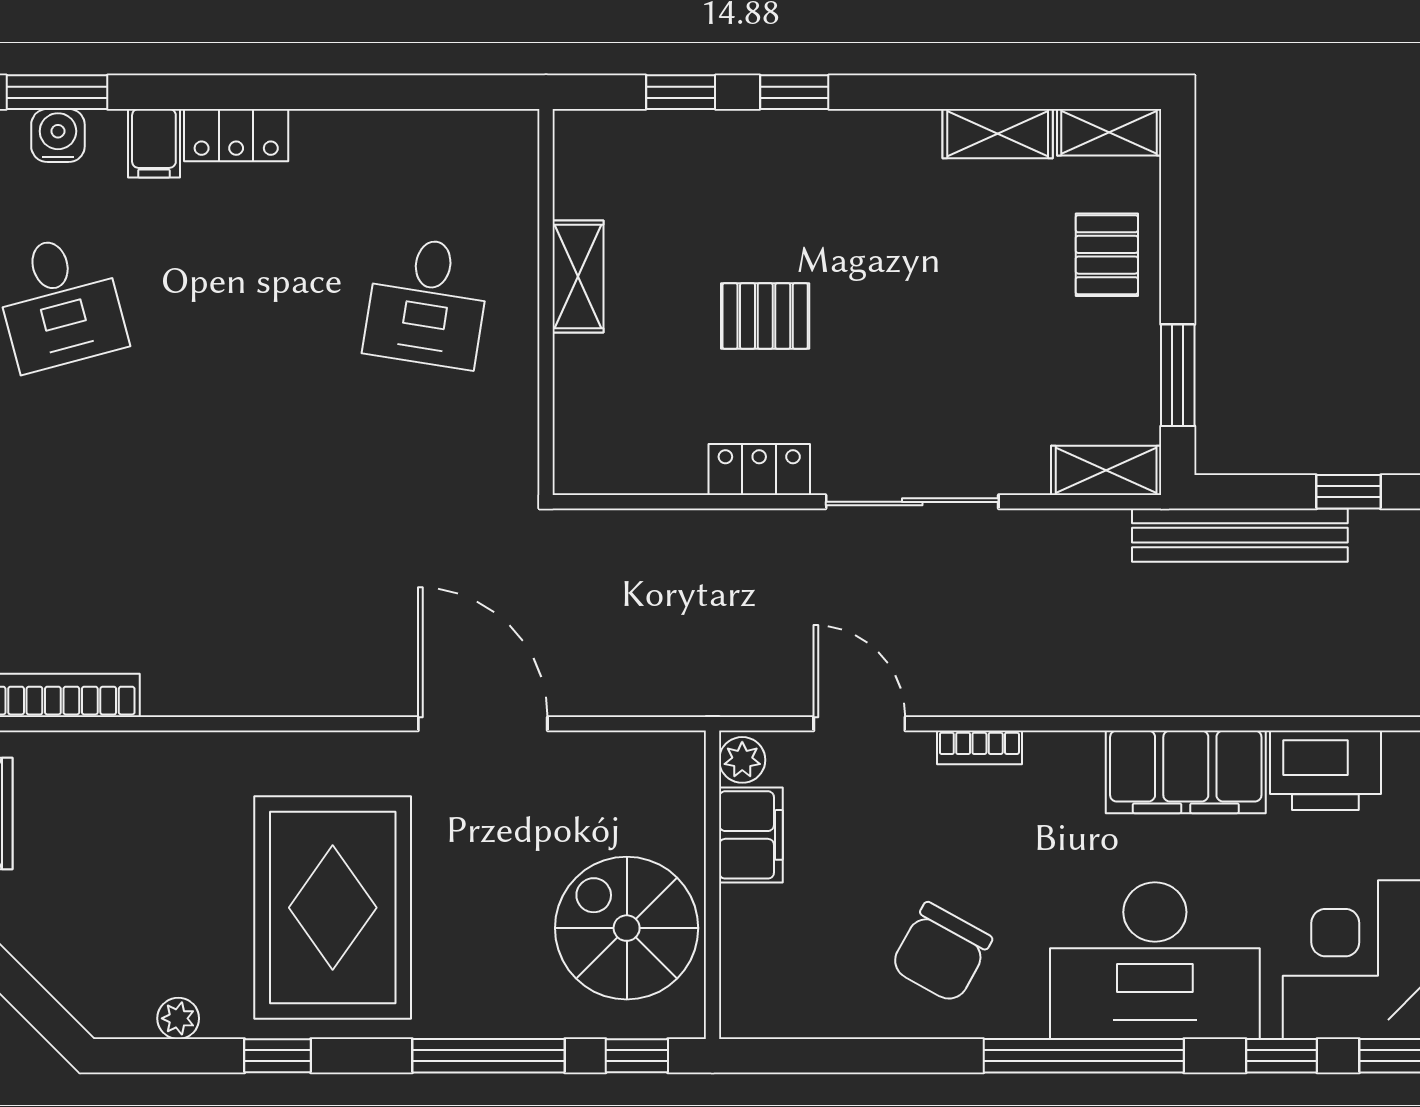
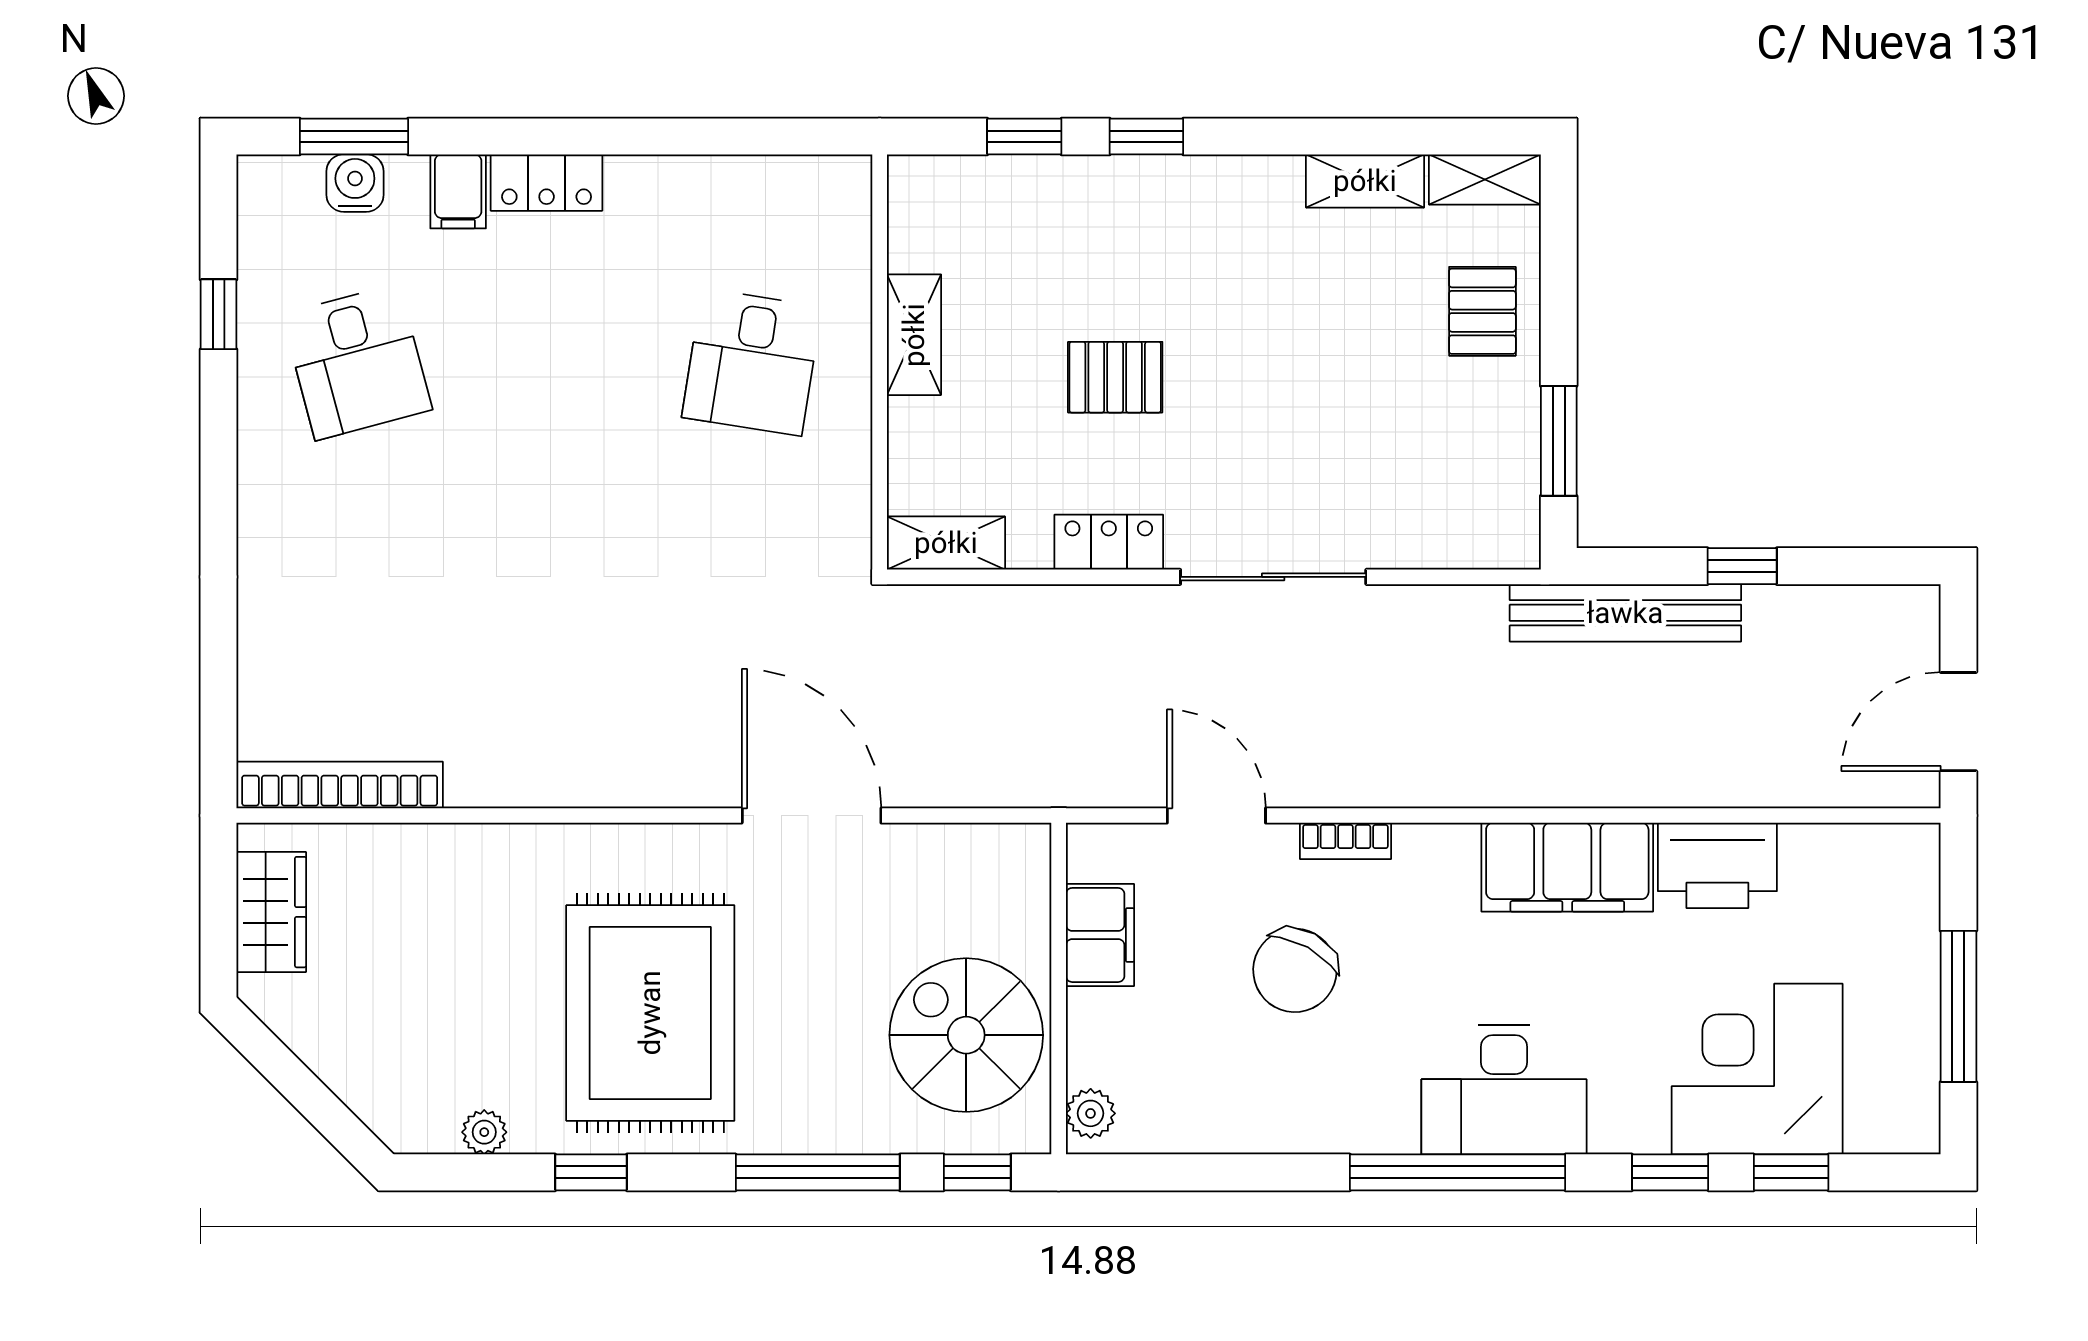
shelving: (1106, 470) -> (946, 543), moved
plant: (742, 760) -> (1091, 1113), moved
chair: (941, 953) -> (1295, 970), moved
desk: (1155, 961) -> (1504, 1090), width x0.73, depth x0.77

